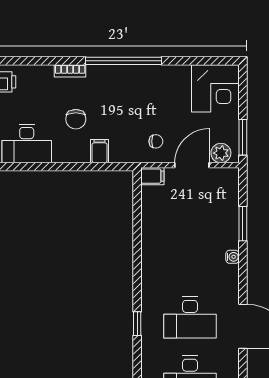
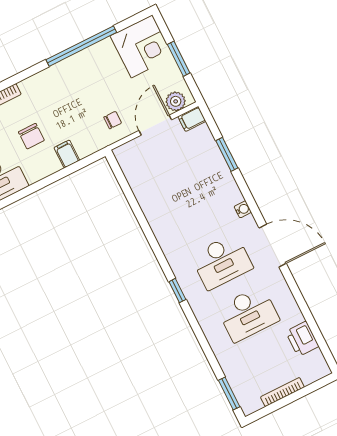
window: (124, 61) -> (81, 46), moved
window: (243, 137) -> (179, 59), moved
filing cabinet: (152, 176) -> (192, 119), moved, turned 180
water cooler: (232, 257) -> (243, 209), moved

